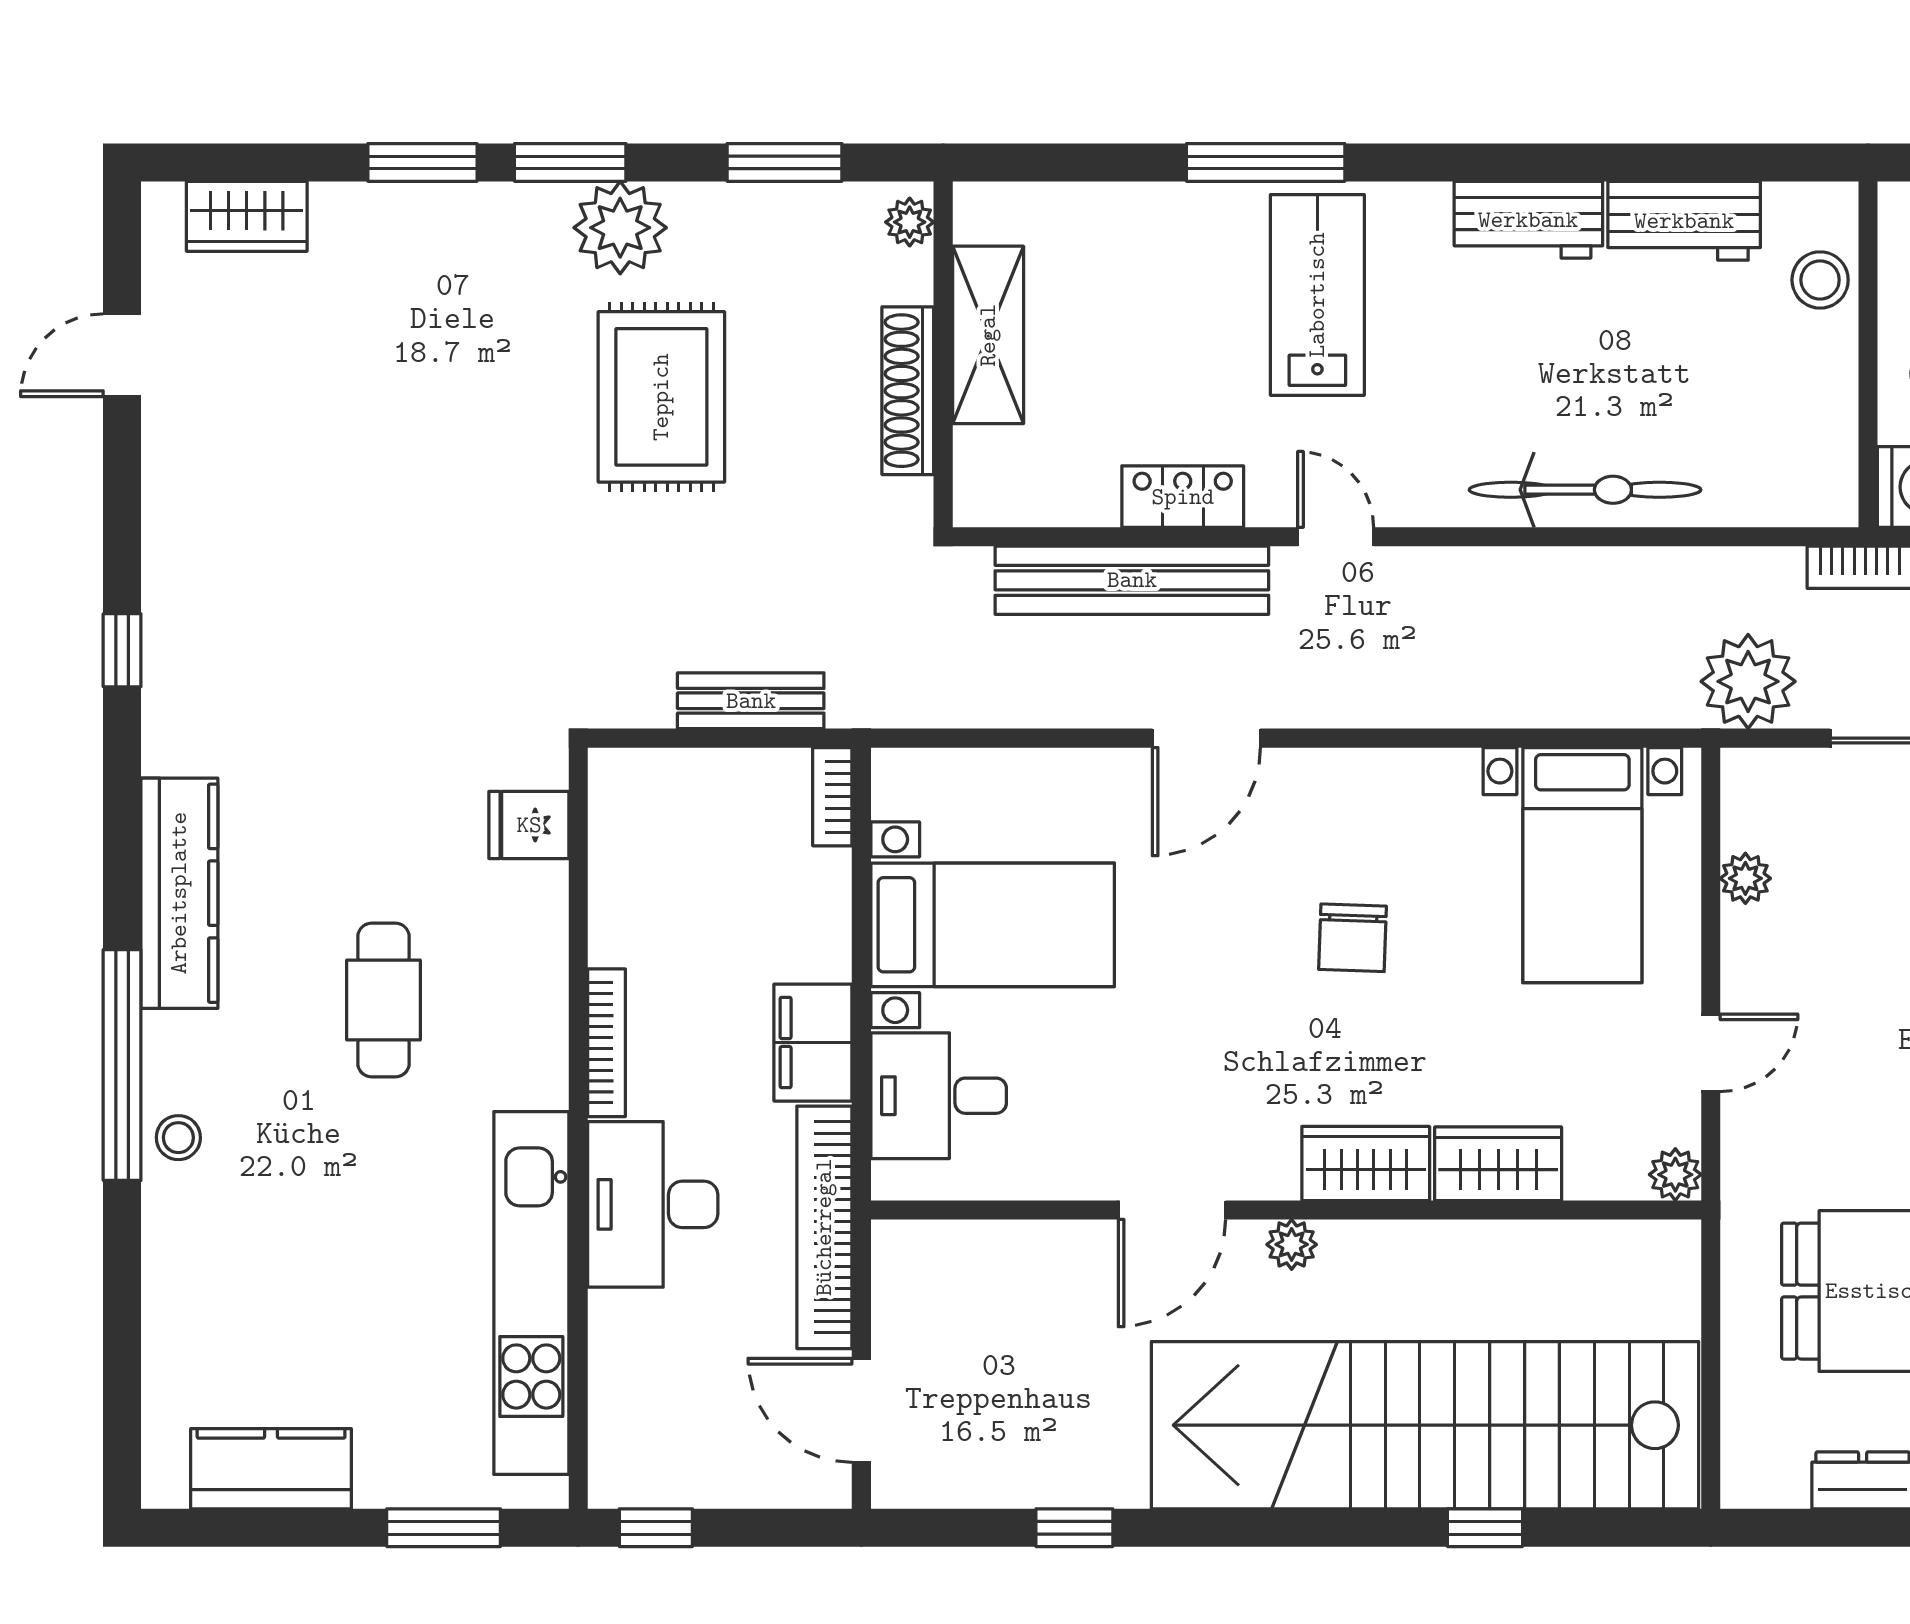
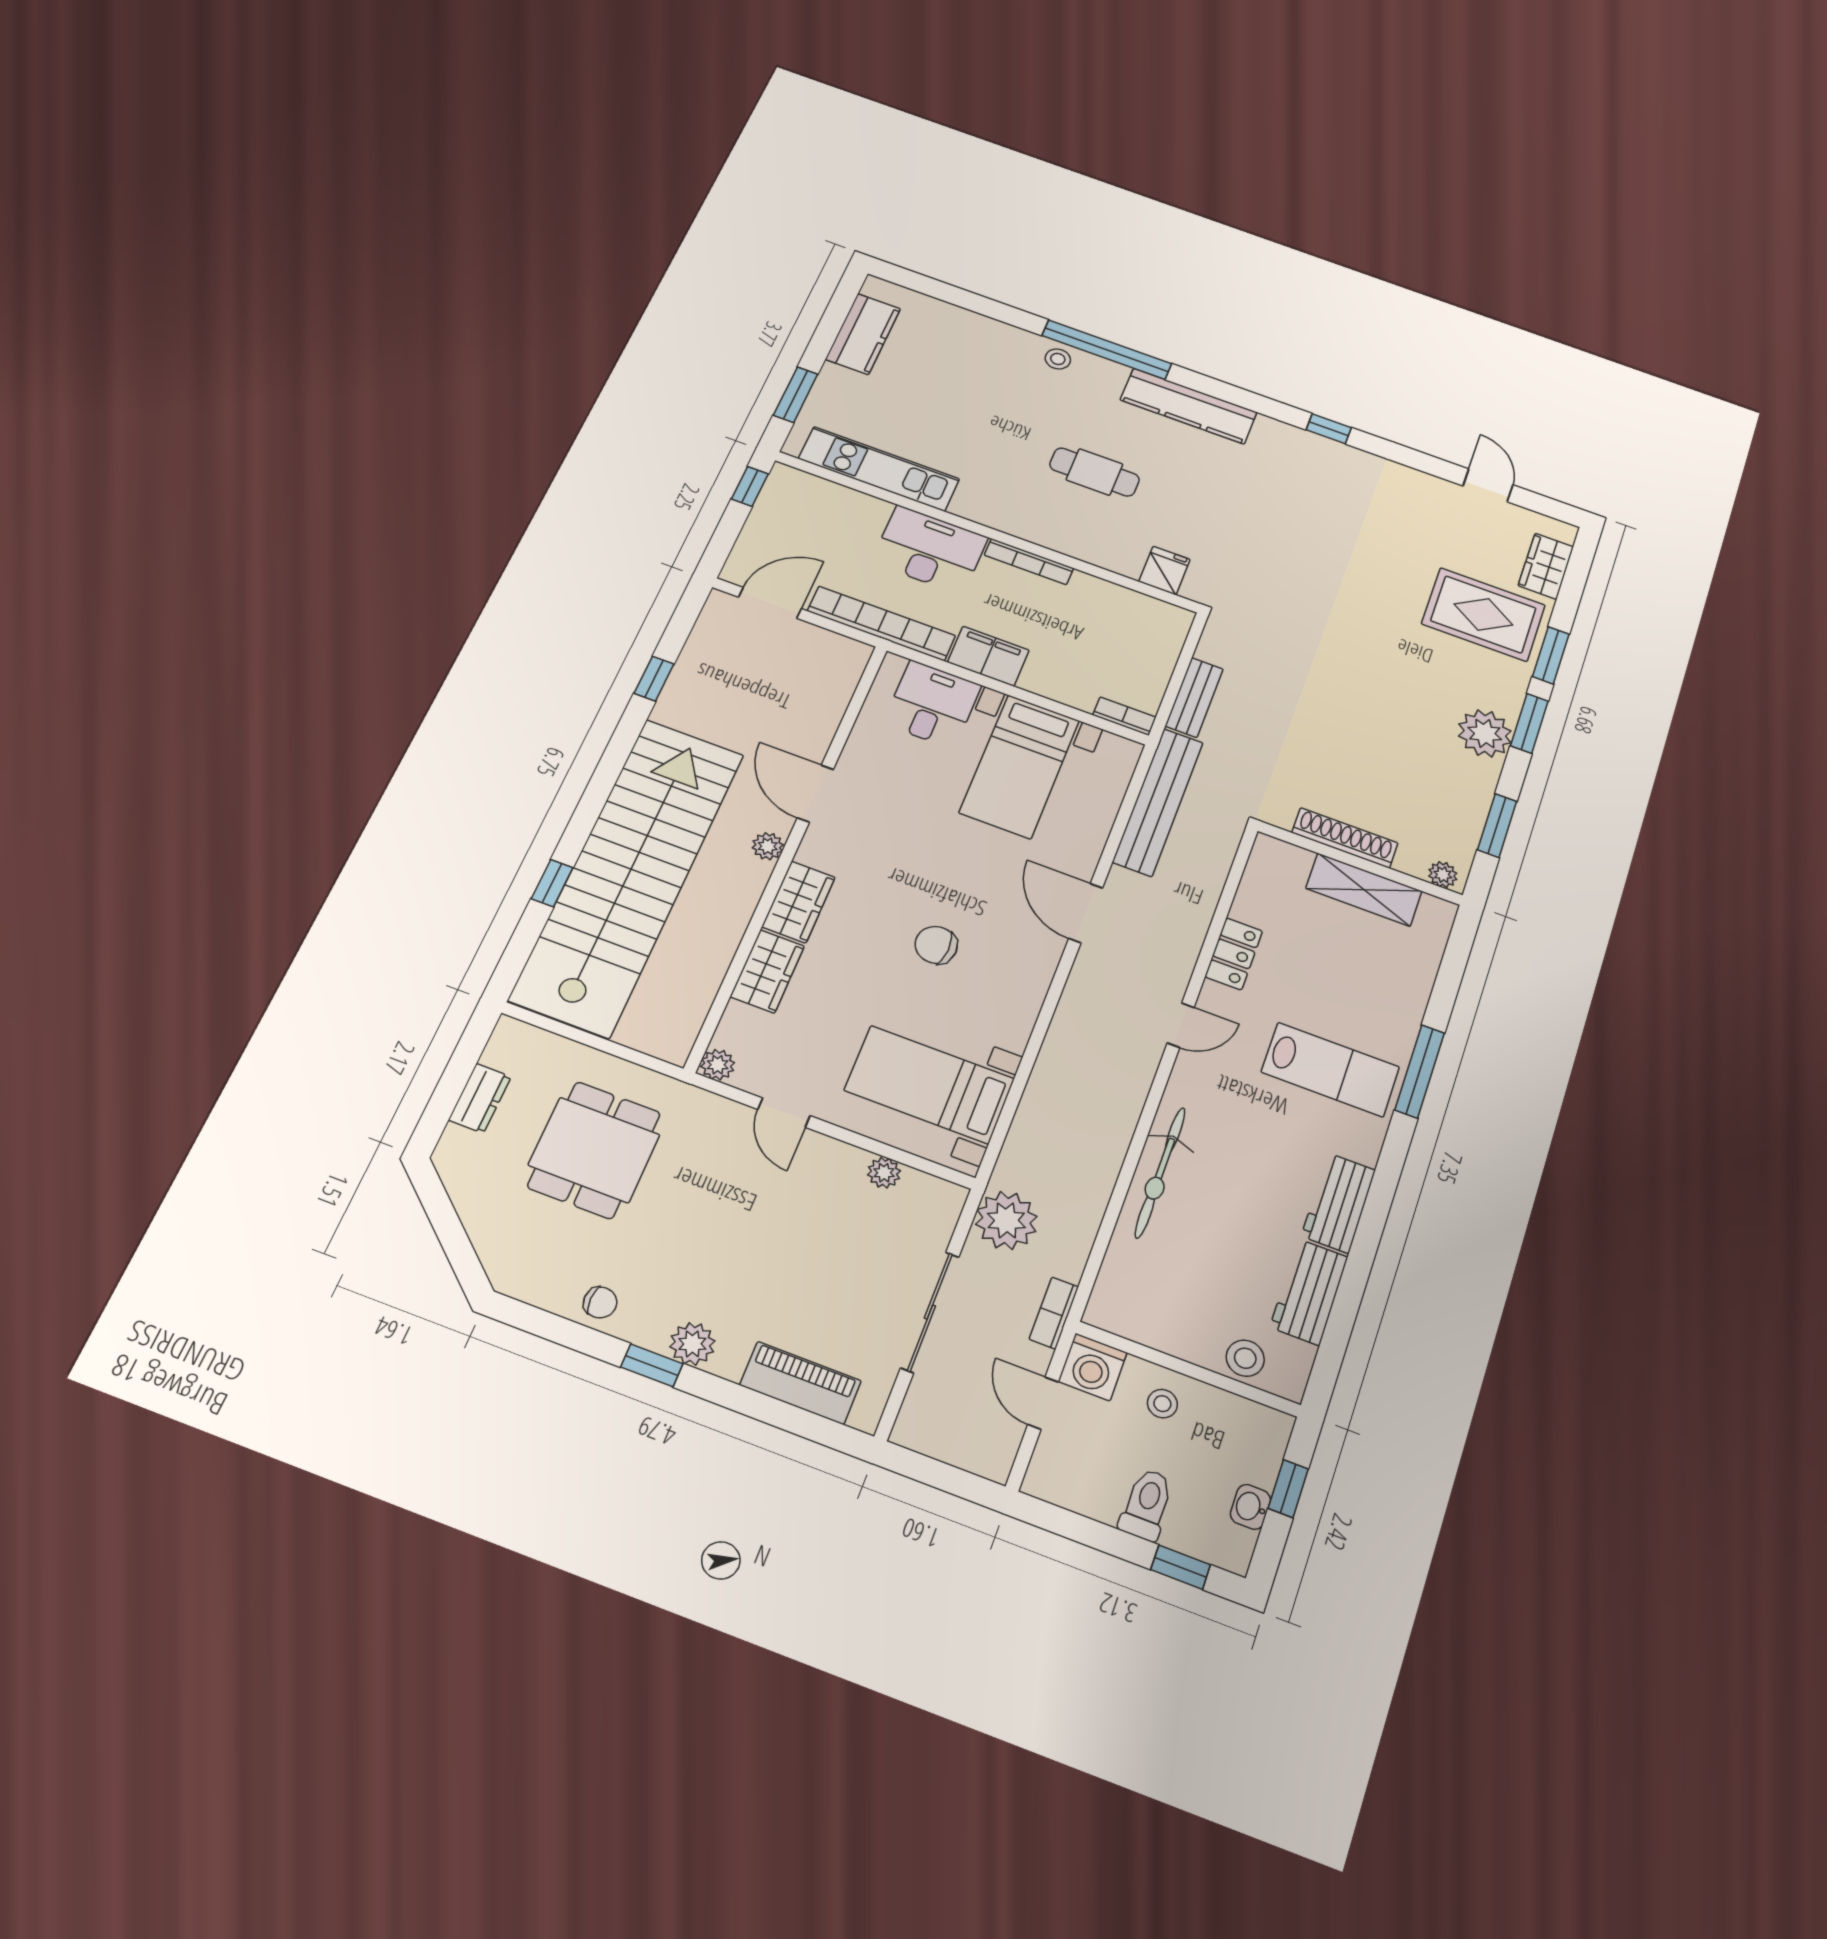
rug: (661, 397) -> (1483, 614), moved
bench: (1132, 580) -> (1158, 802), moved
kitchen unit: (531, 1293) -> (879, 469), width x0.73

